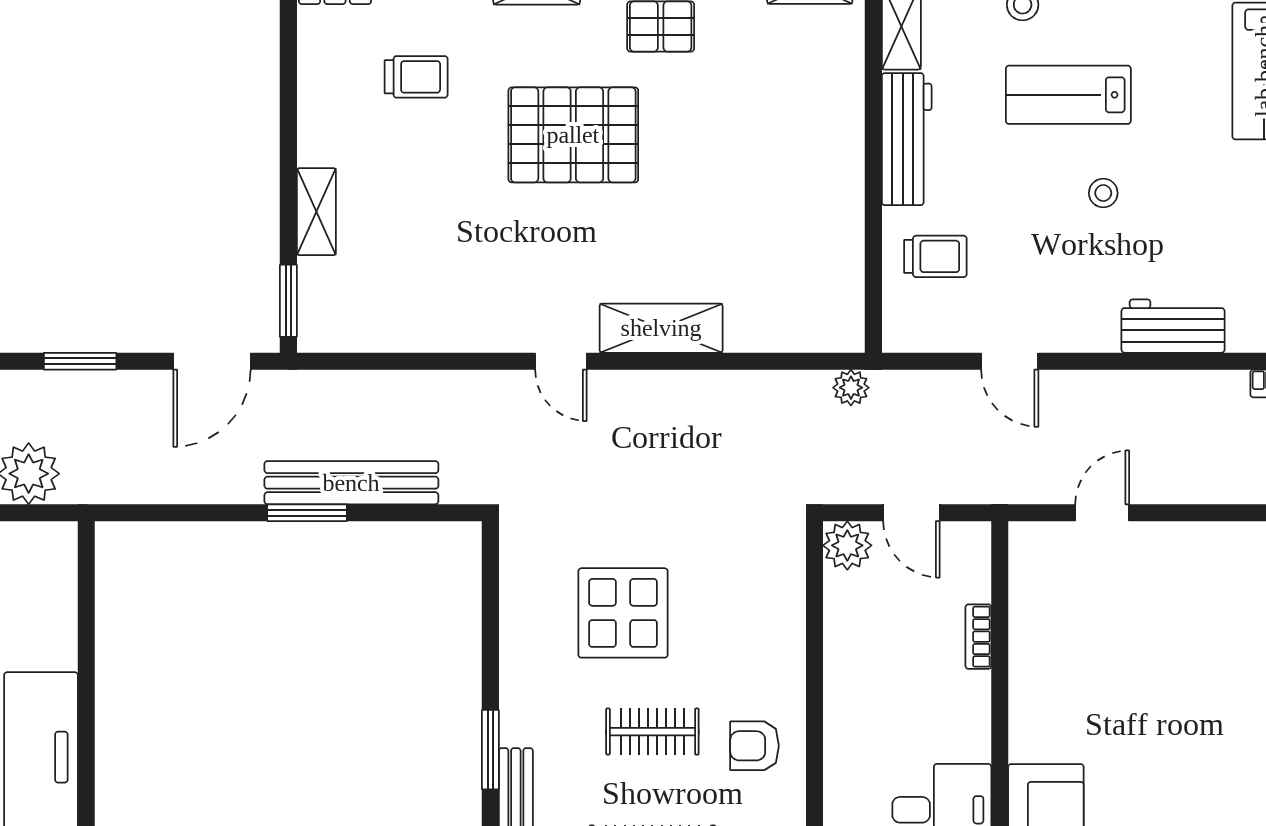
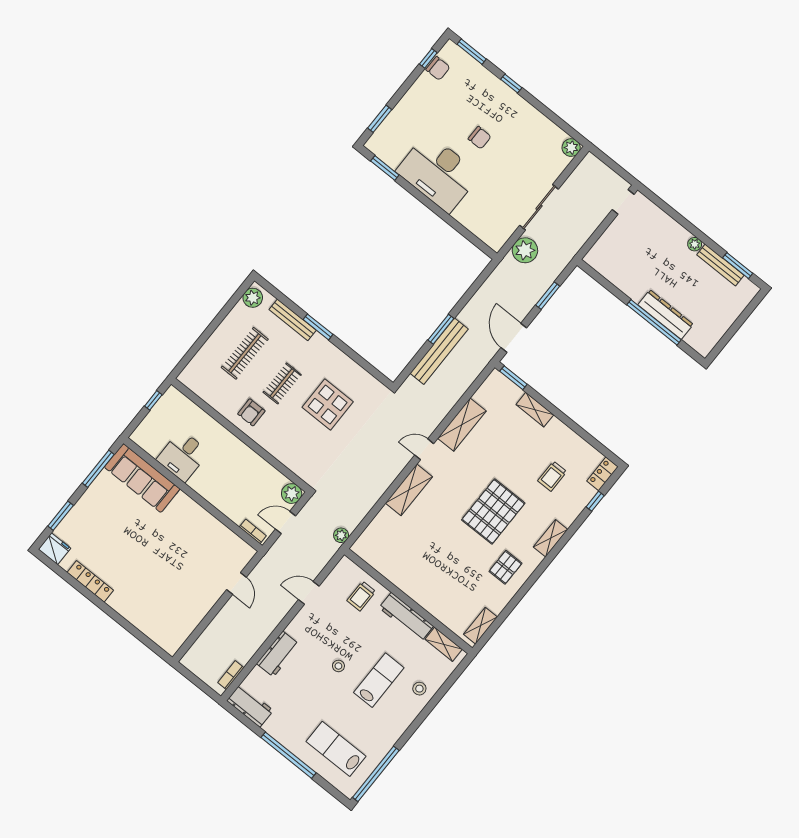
shelving: (456, 327) -> (462, 425), added
bookcase: (978, 637) -> (253, 531), moved
armchair: (755, 746) -> (251, 412), turned 180

